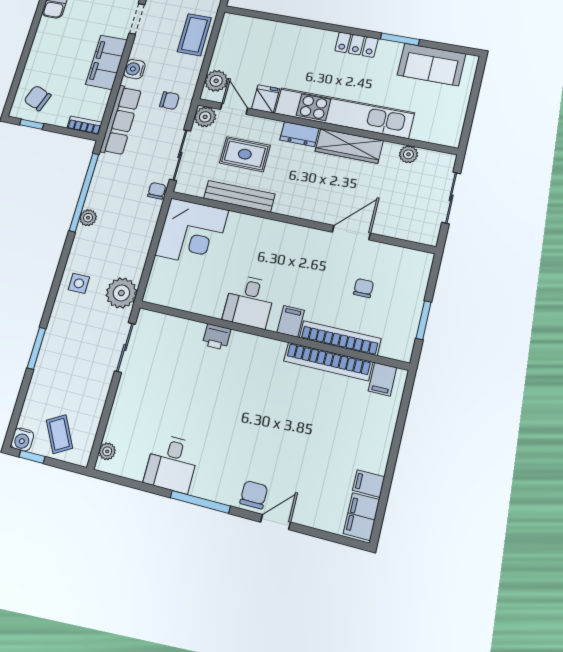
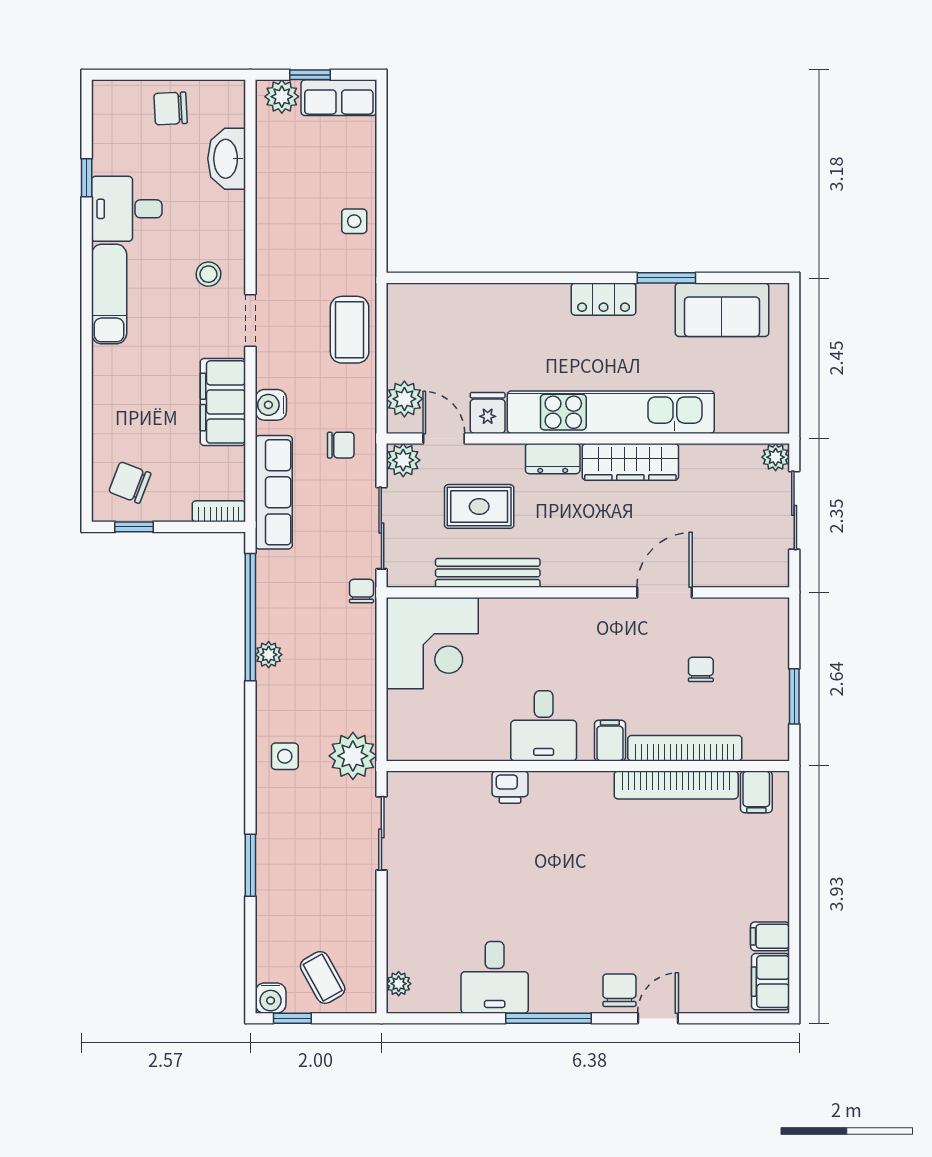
plant: (408, 154) -> (776, 457), moved

